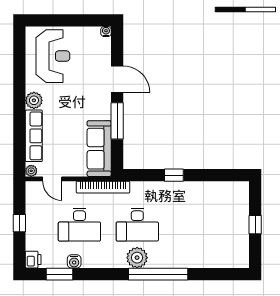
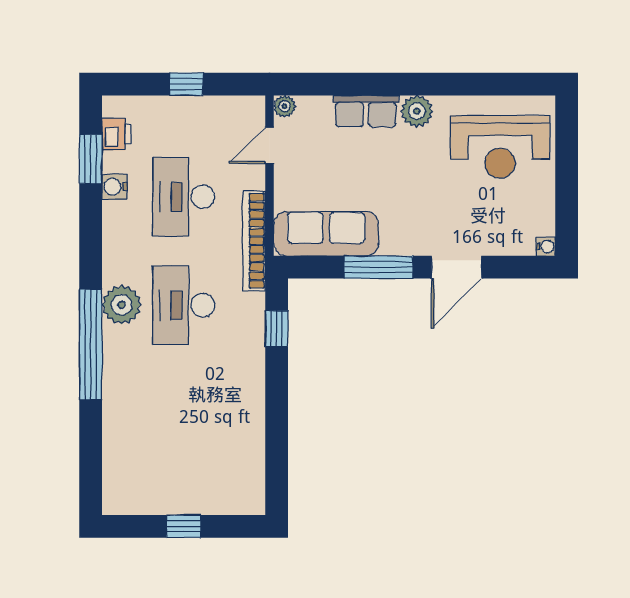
row of seats: (34, 136) -> (366, 111), width x0.68
window: (174, 175) -> (277, 329), moved
printer: (33, 260) -> (116, 134), moved, turned -90

